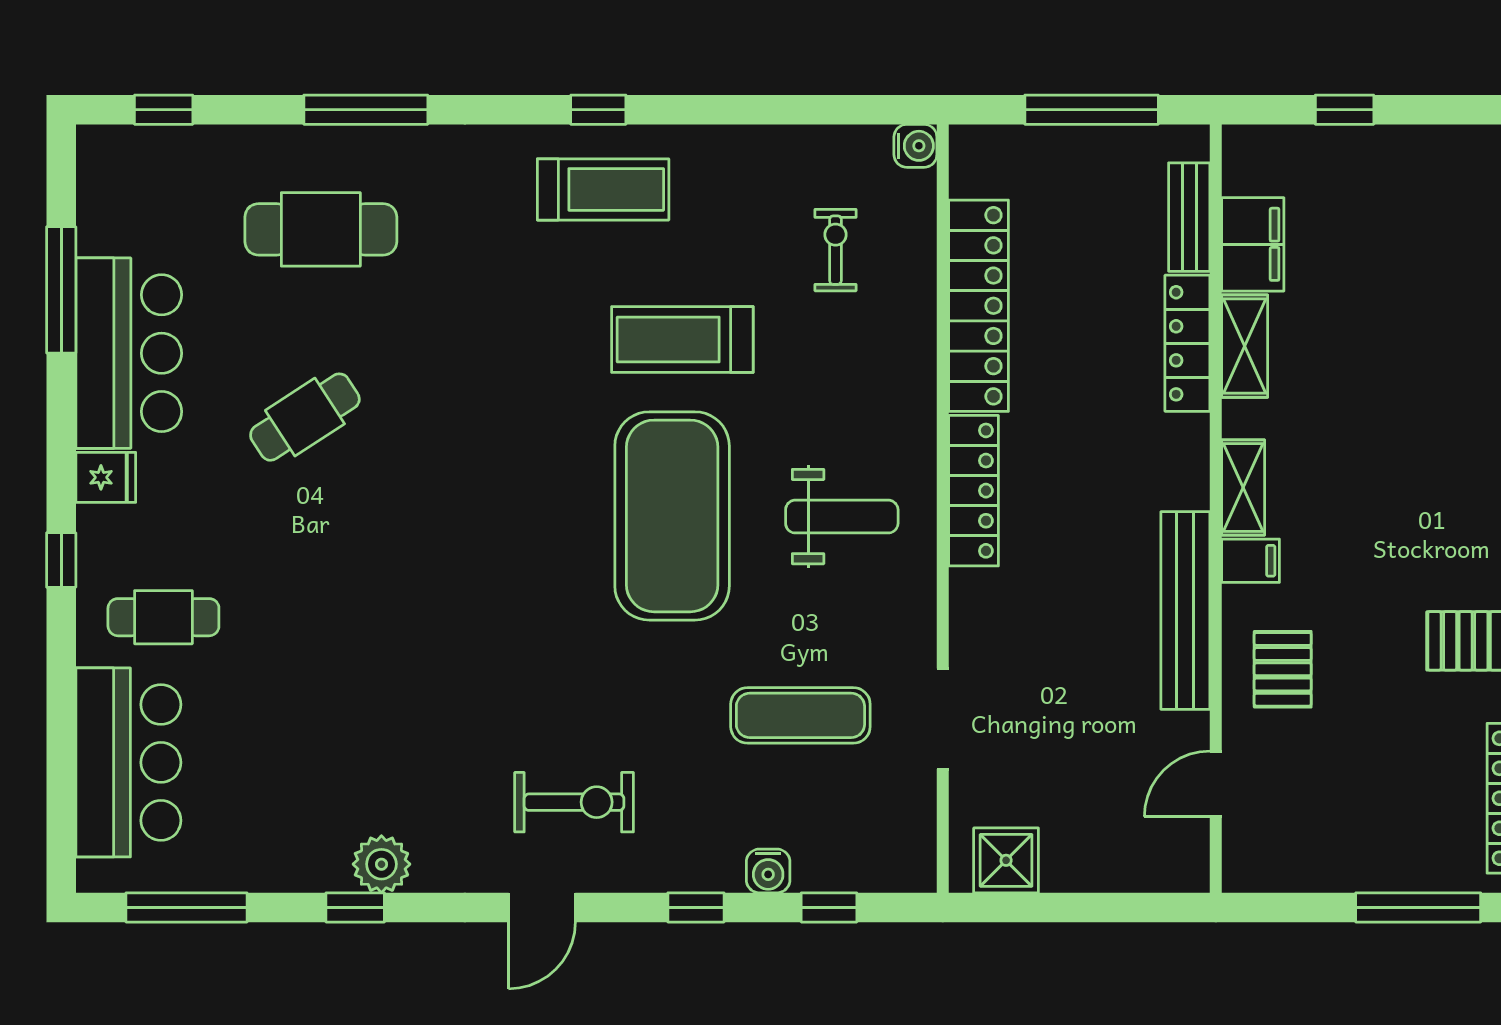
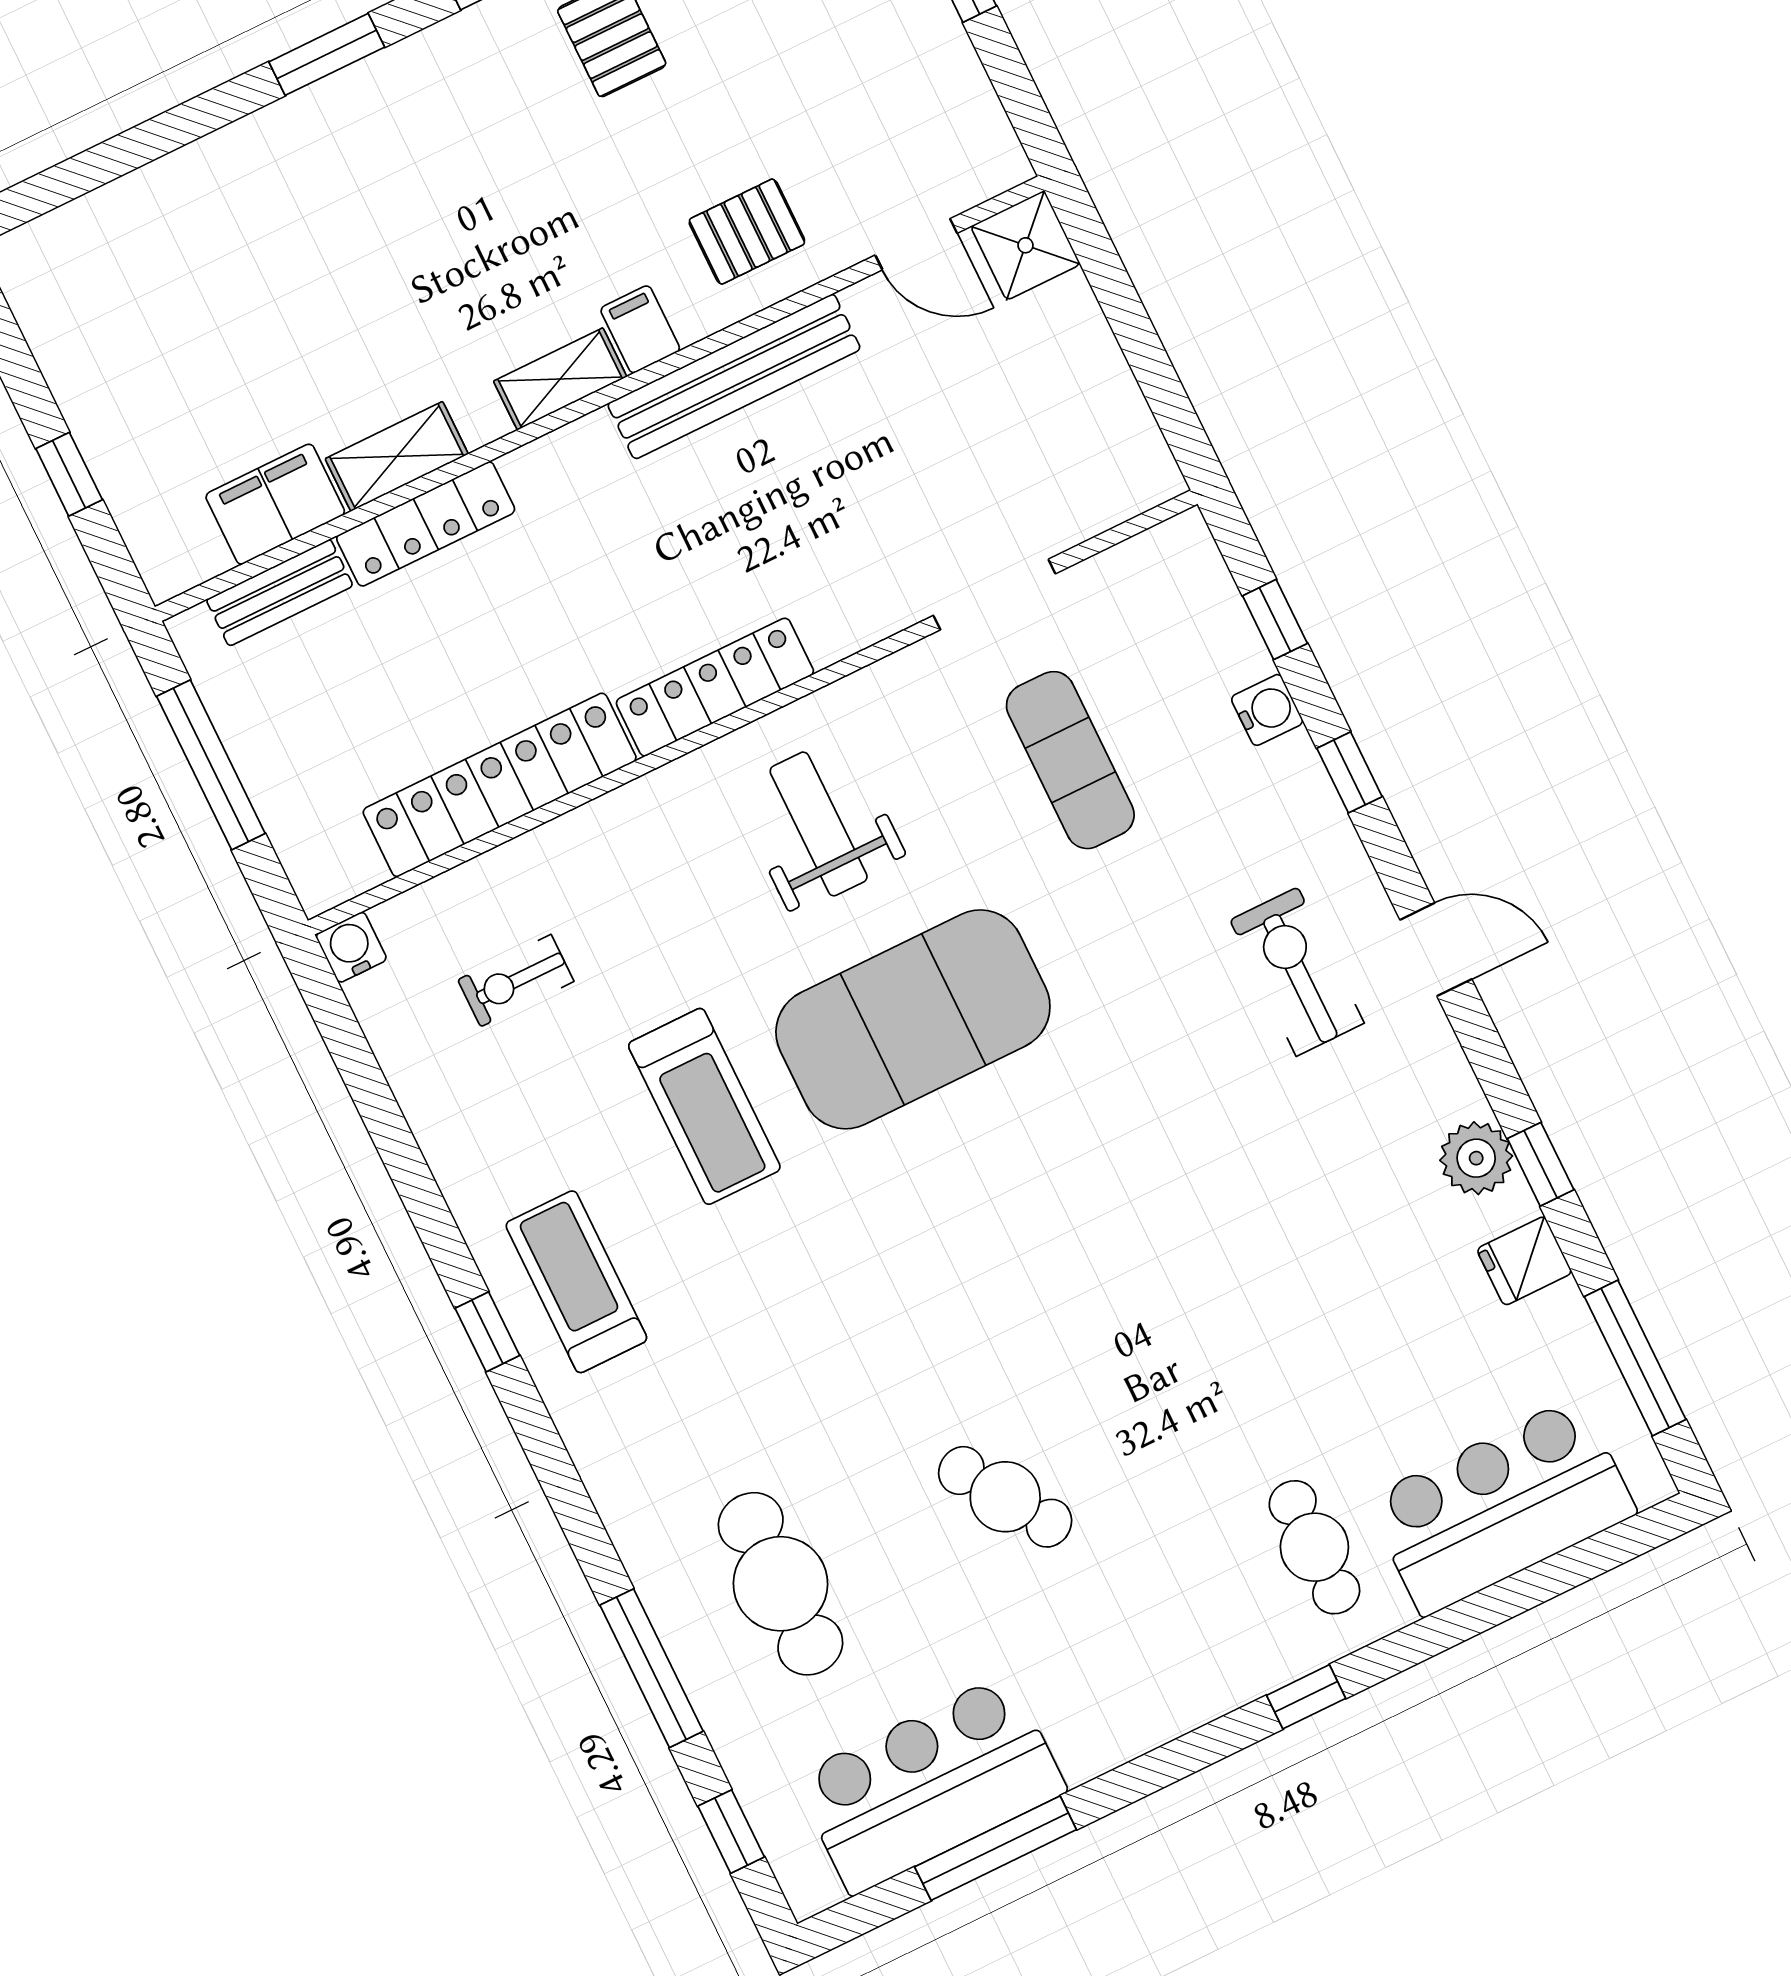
window: (366, 110) -> (651, 1668), moved
bar counter: (129, 353) -> (930, 1784), moved
fridge: (106, 477) -> (1524, 1261), moved, turned -90
shower: (1006, 860) -> (1025, 245), moved

